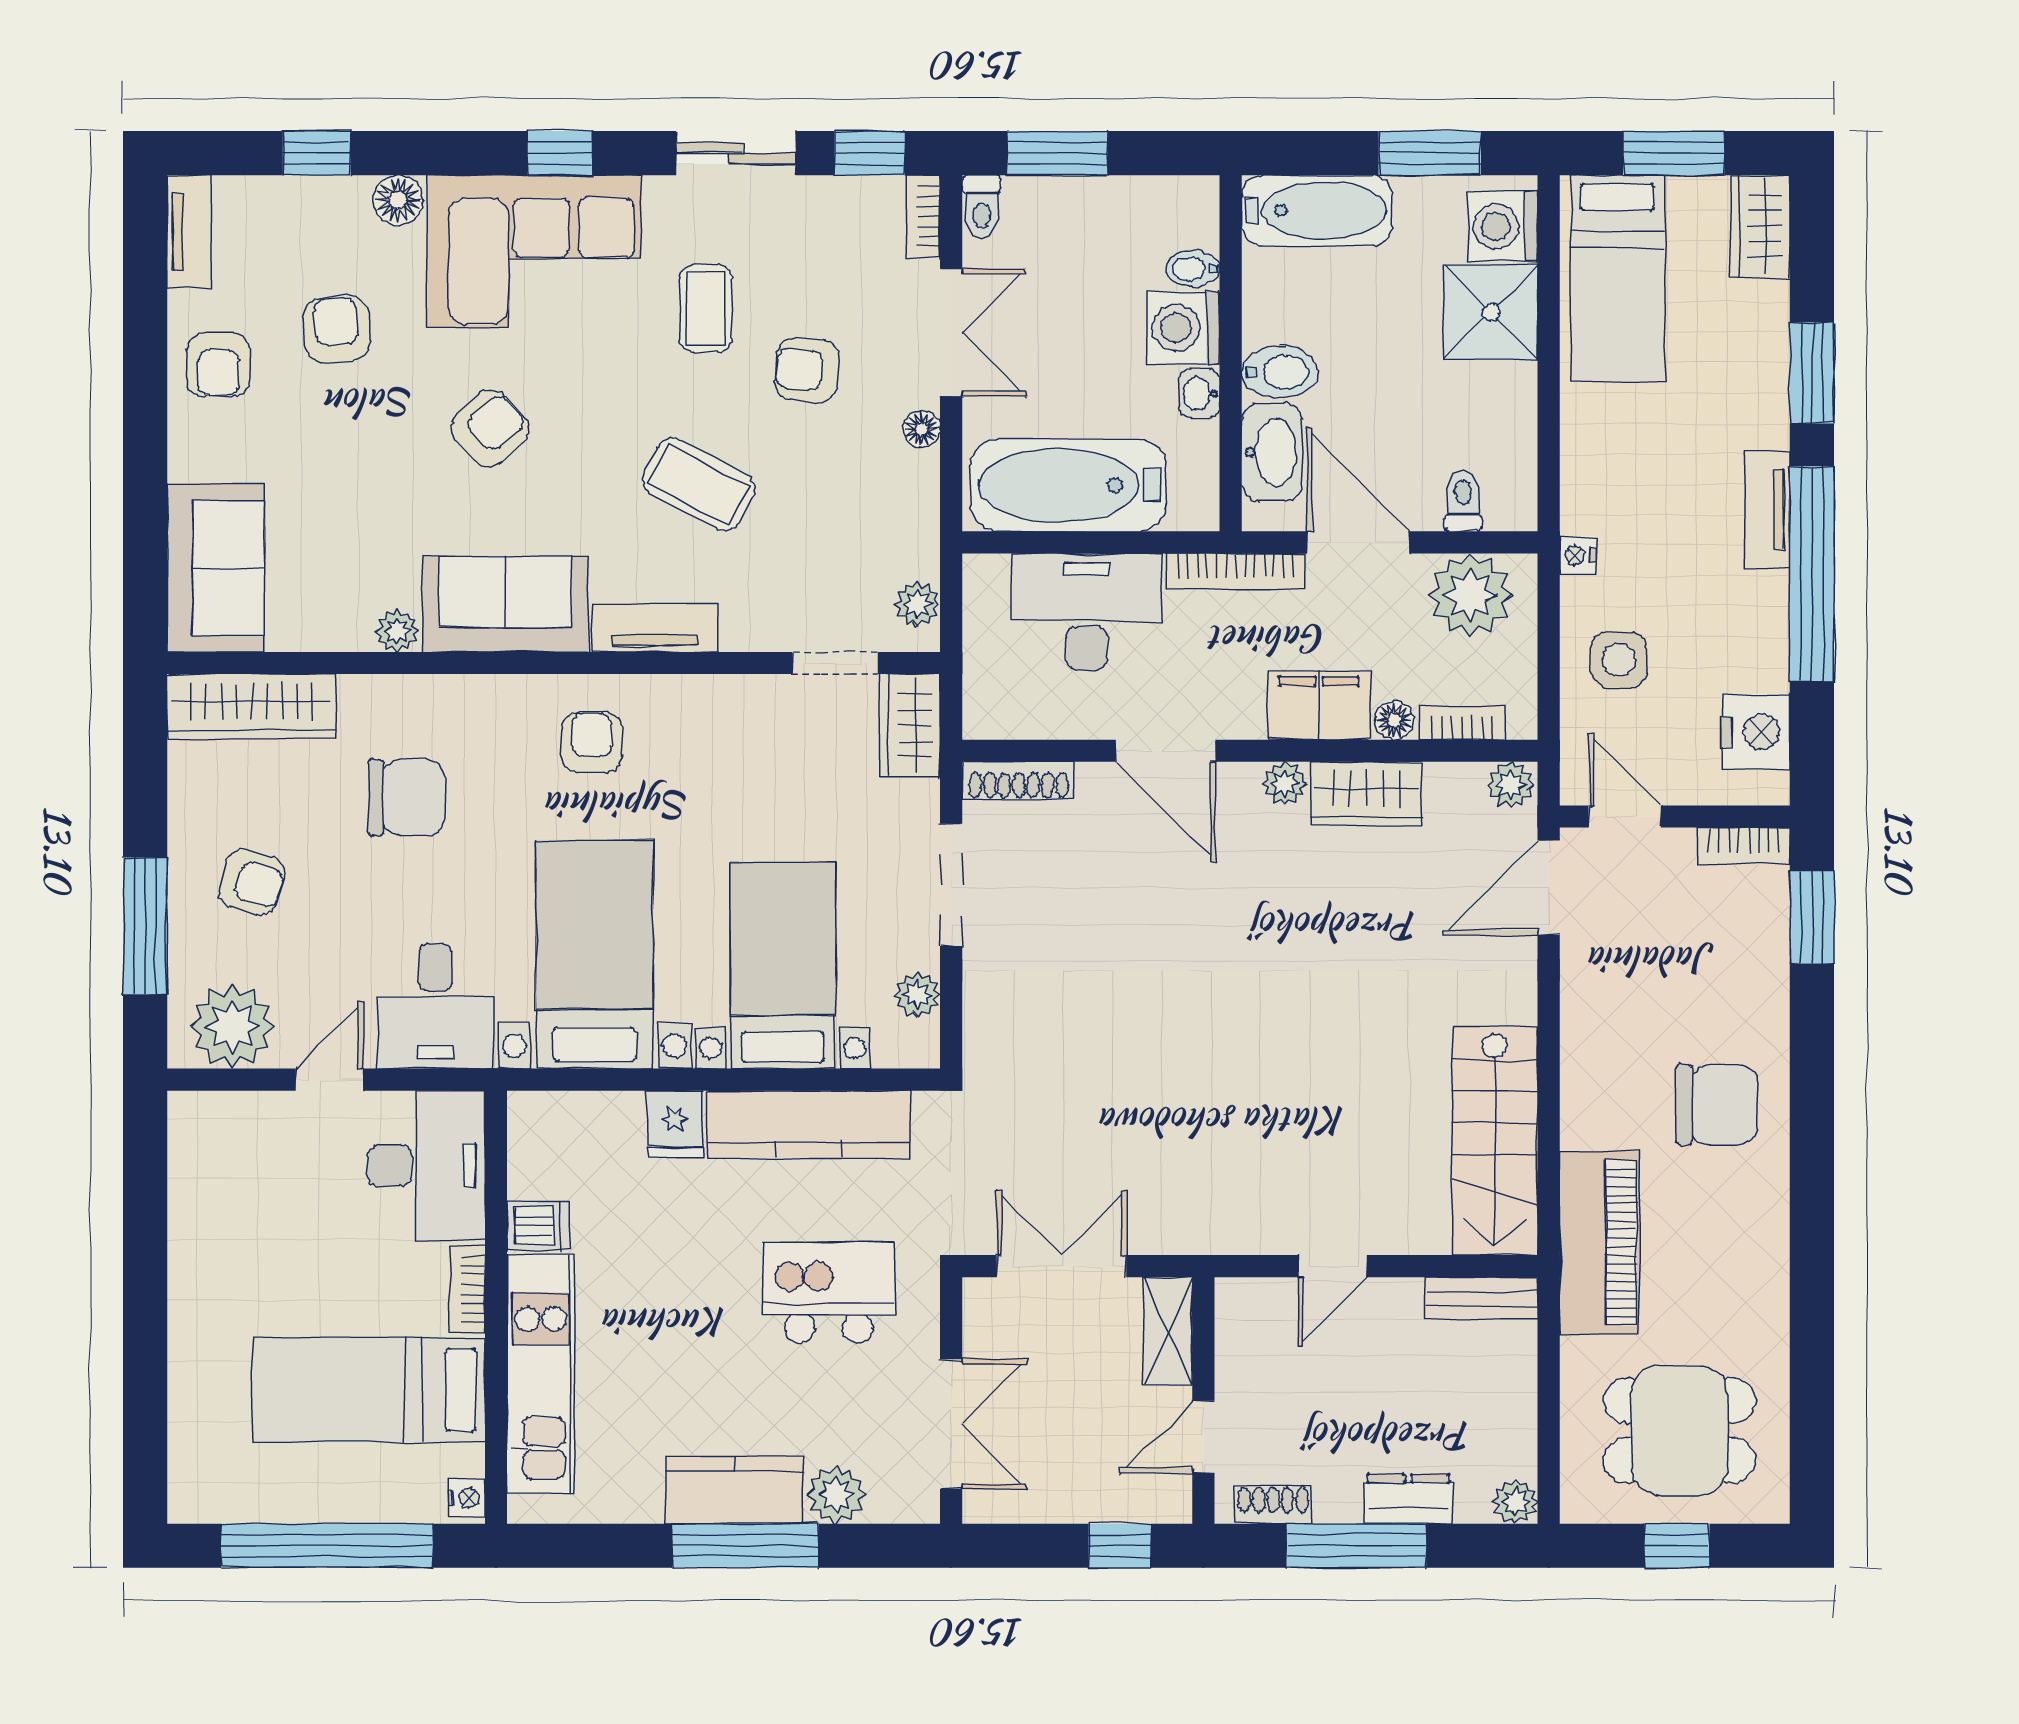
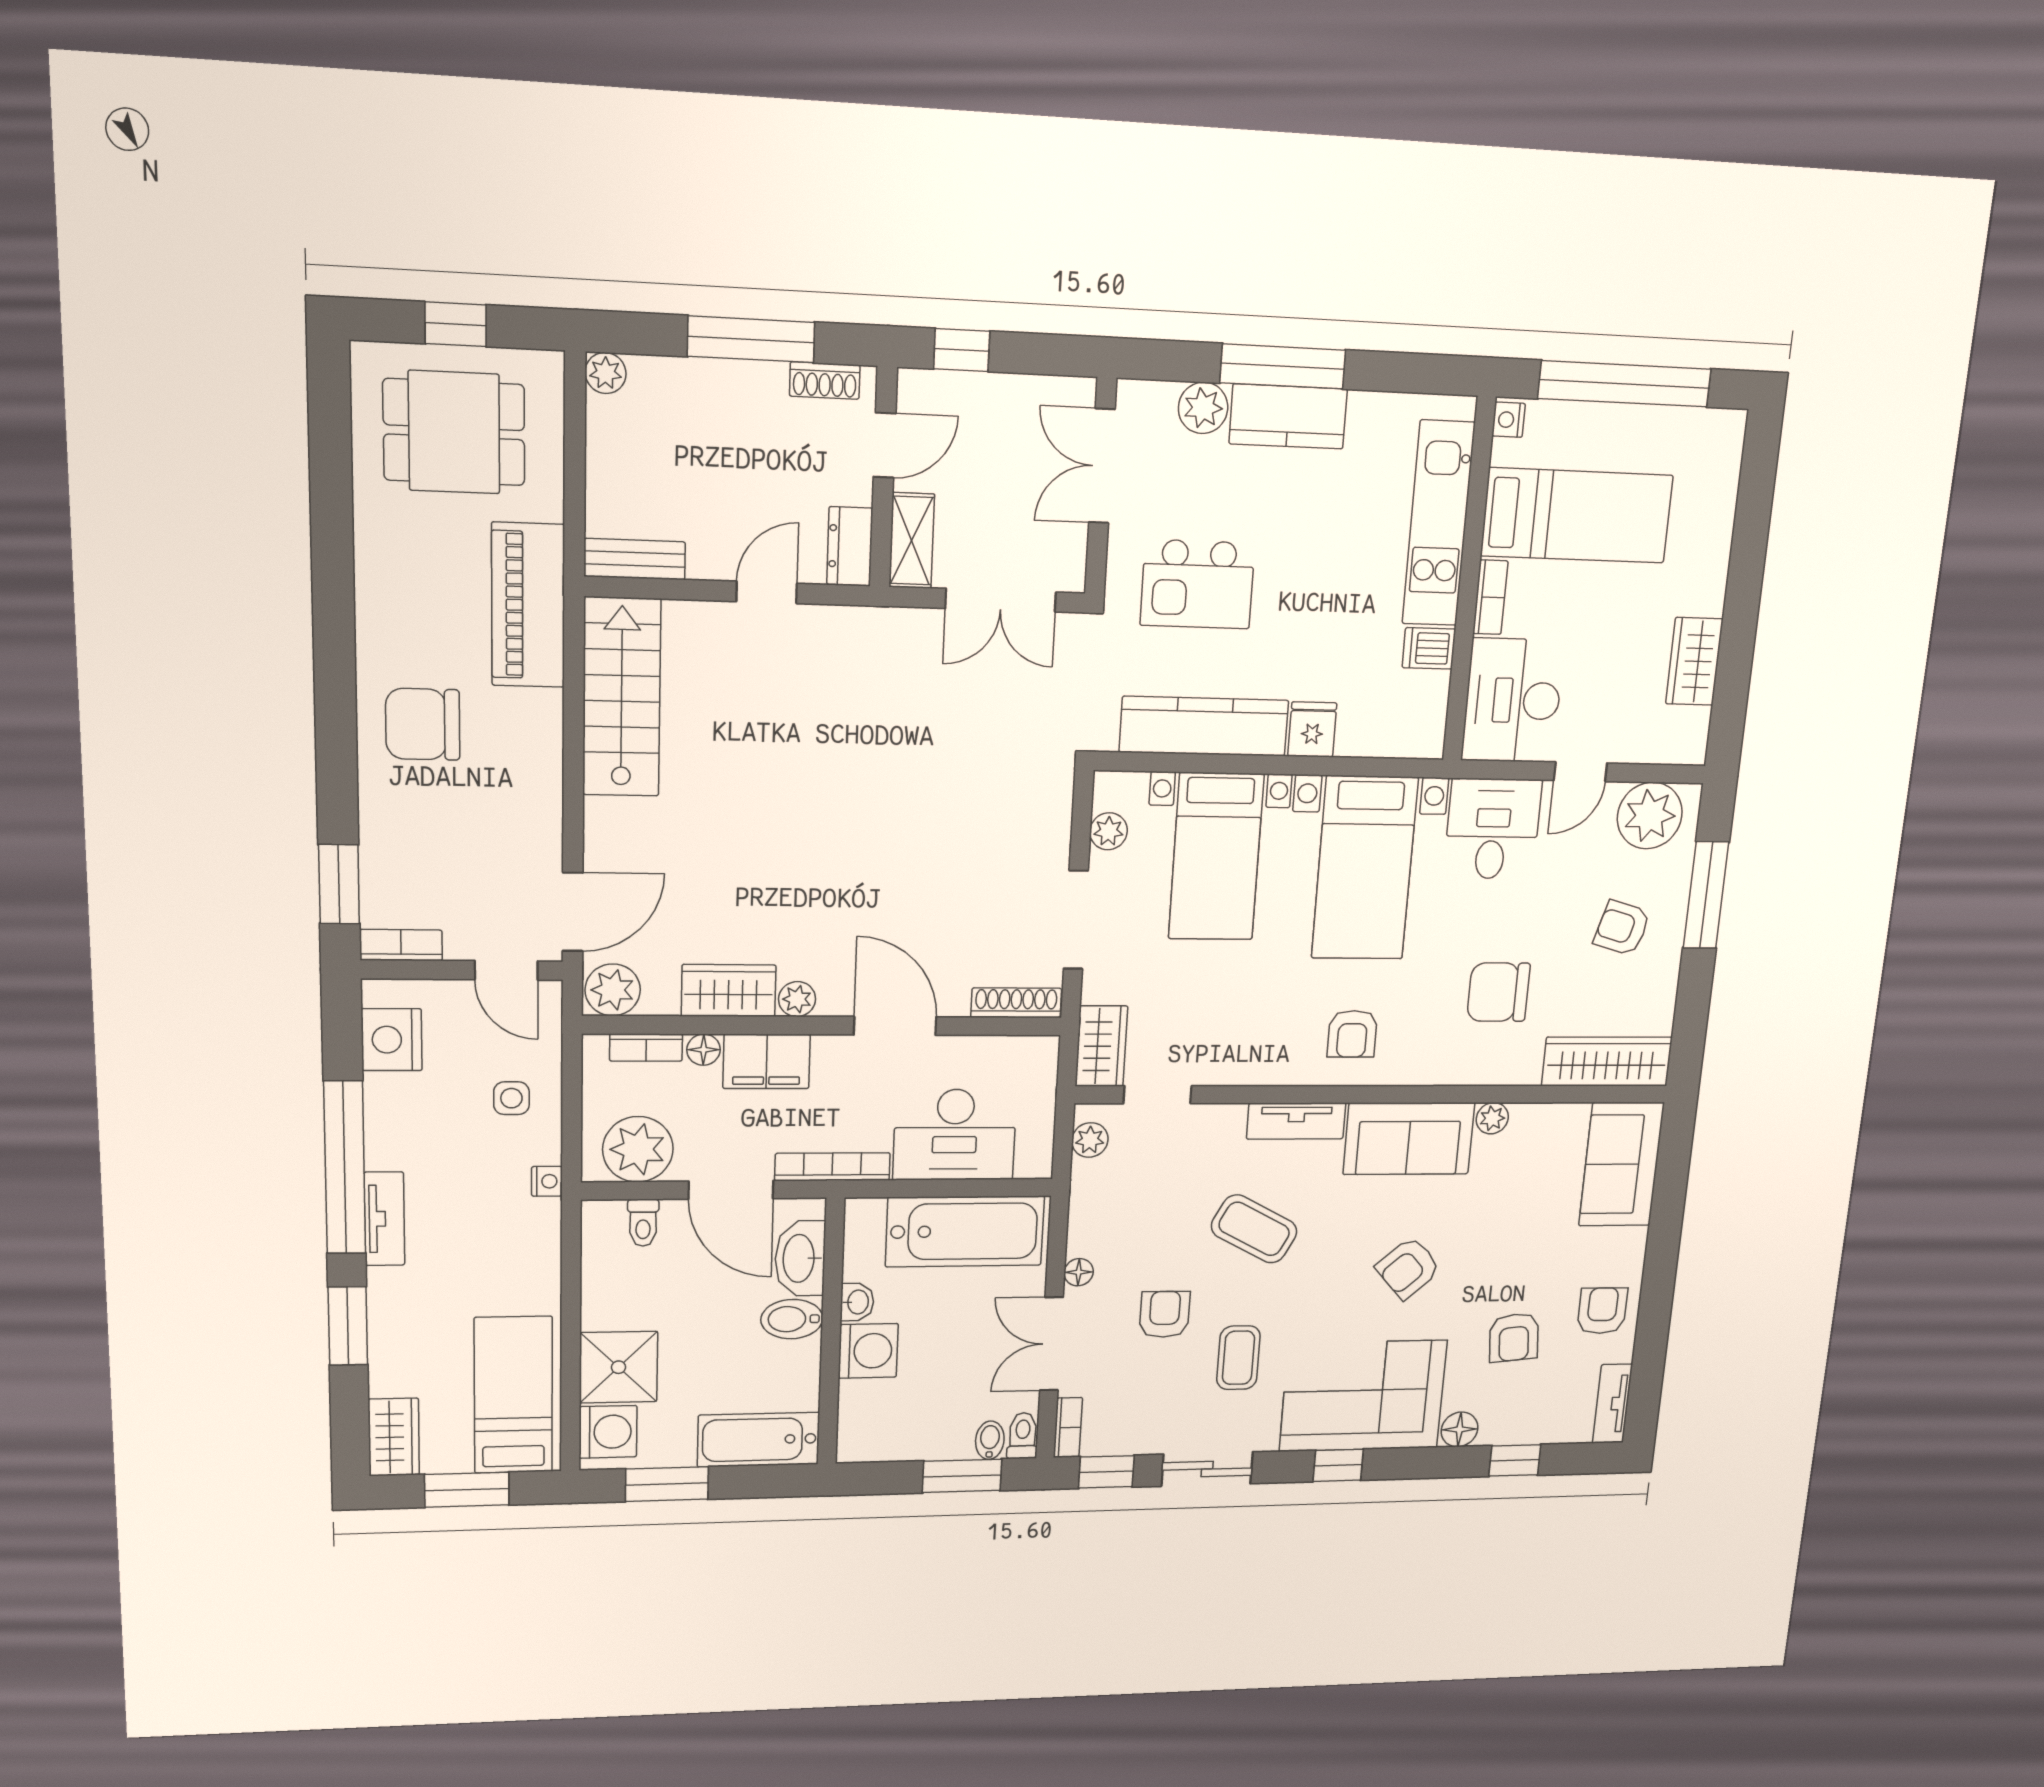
bidet: (1193, 269) -> (990, 1440), moved, turned -90
armchair: (807, 370) -> (1165, 1314), turned -95
side table: (1619, 660) -> (511, 1098), width x0.73, depth x0.73
plant: (1511, 785) -> (613, 990), width x1.38, depth x1.38
wardrobe: (198, 1220) -> (1694, 661), added
dresser: (1408, 1499) -> (850, 546), moved, turned 90

